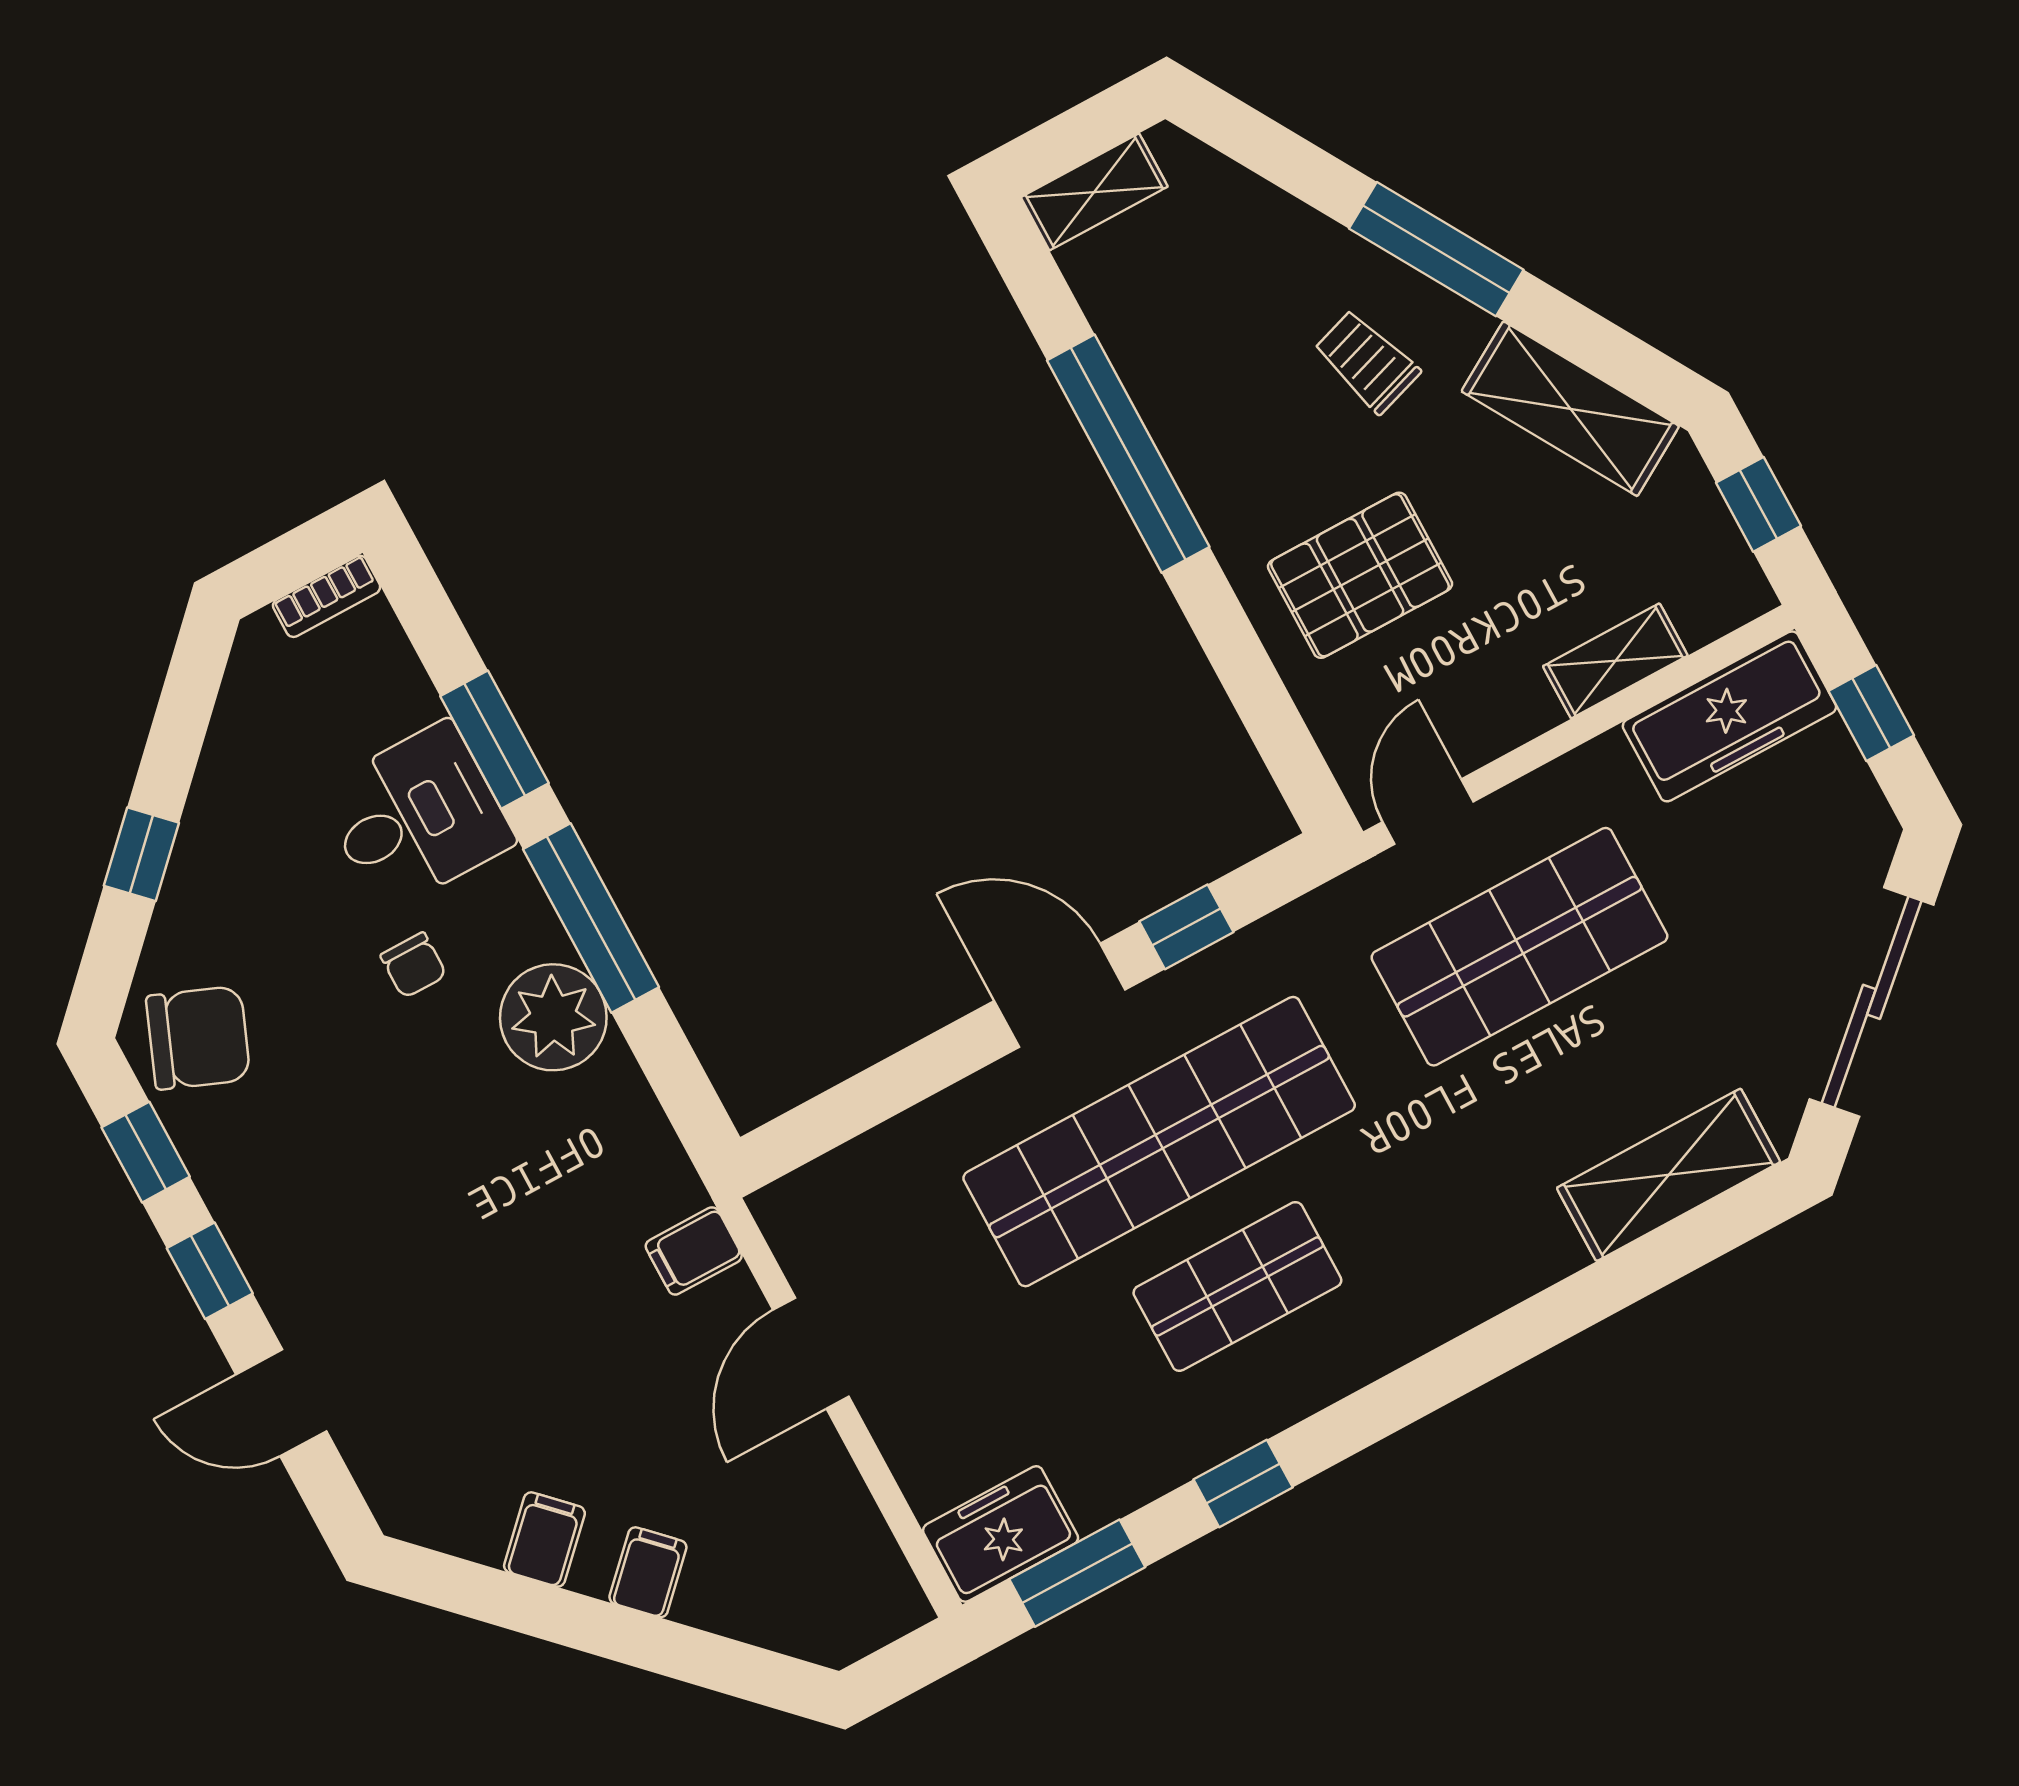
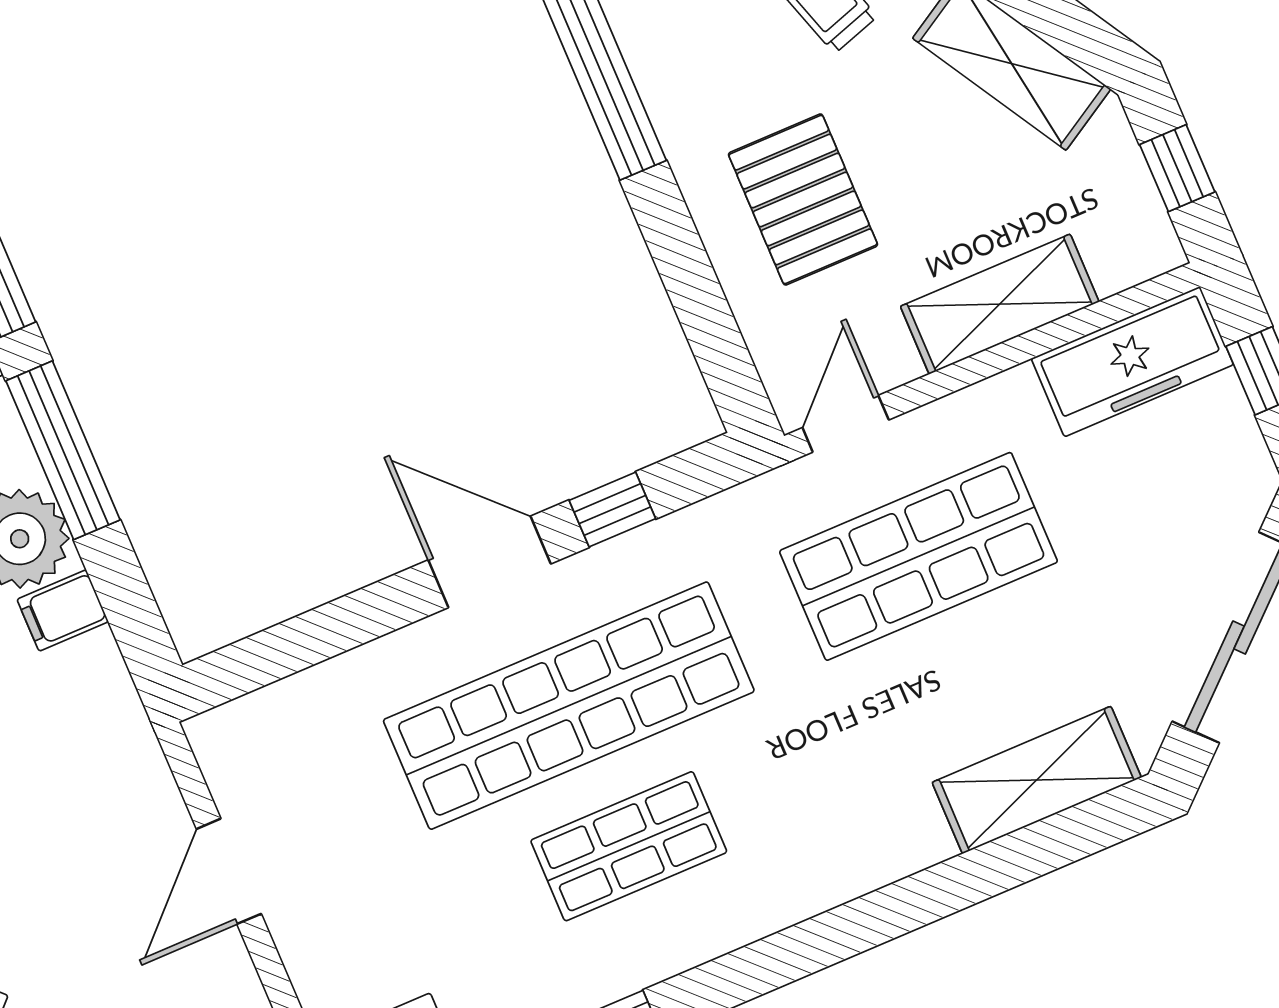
pallet: (1360, 575) -> (803, 199), turned 90
shelving: (1615, 661) -> (1000, 304), width x1.50, depth x1.33
filing cabinet: (694, 1251) -> (63, 610), moved

